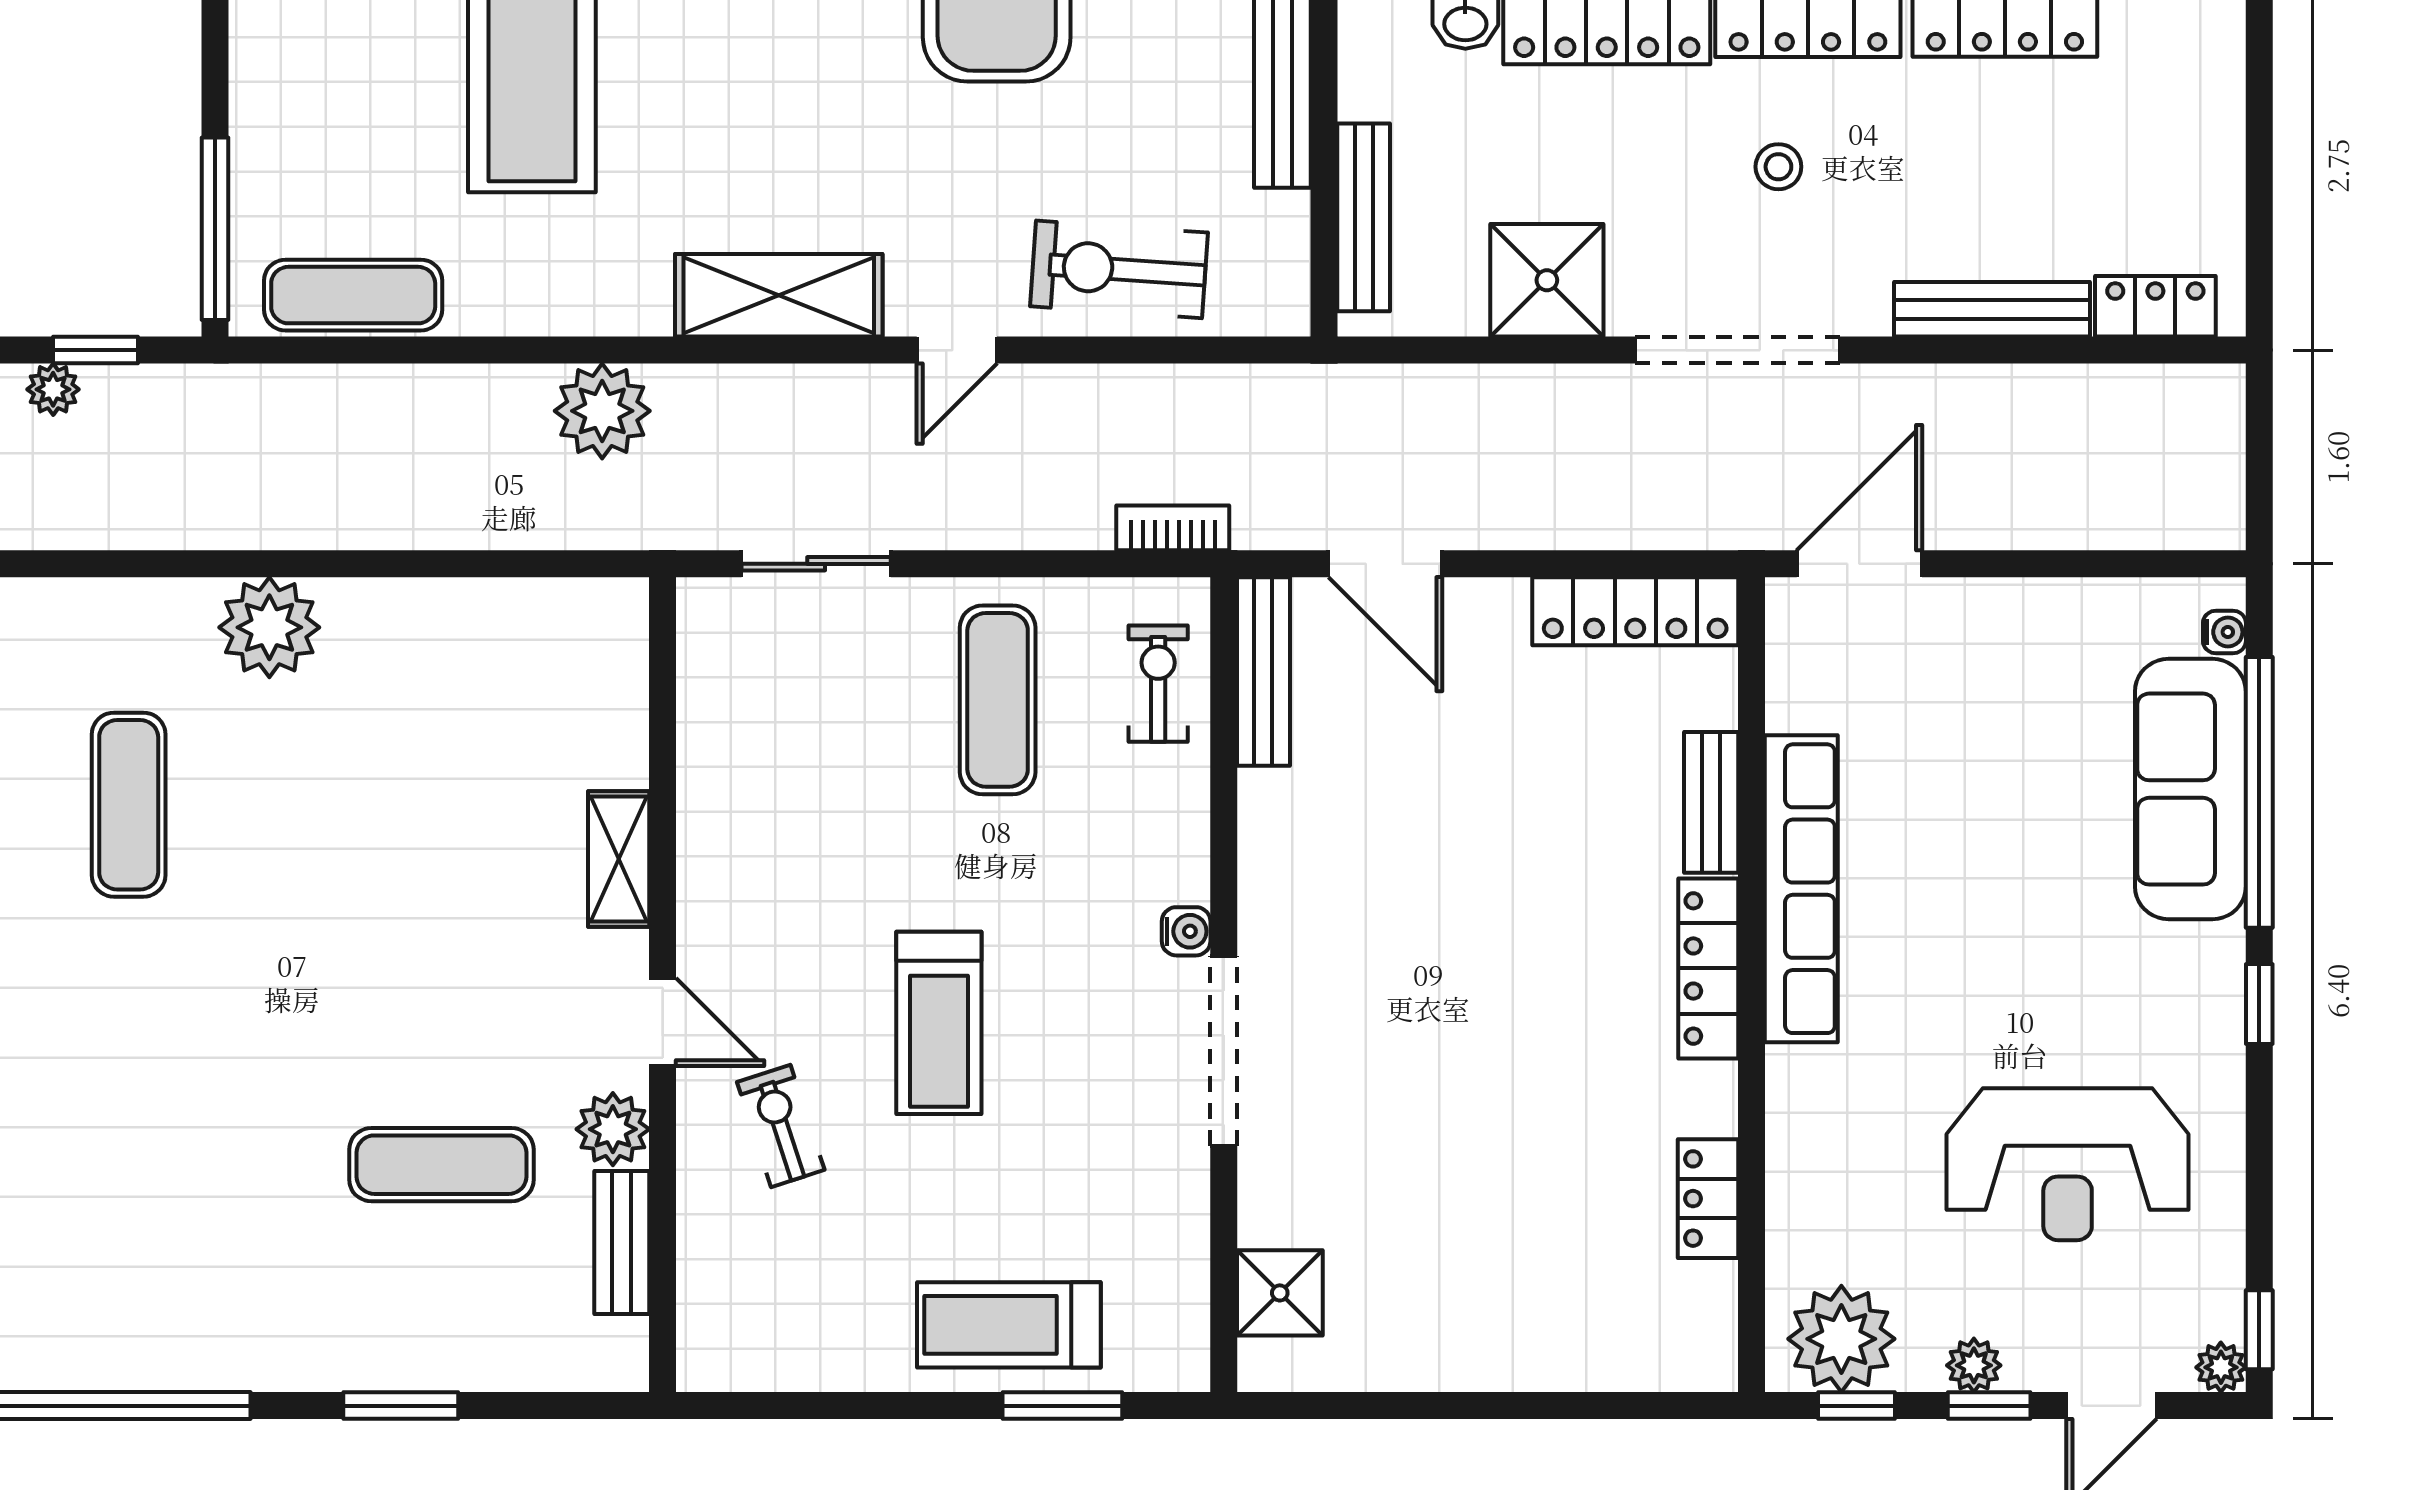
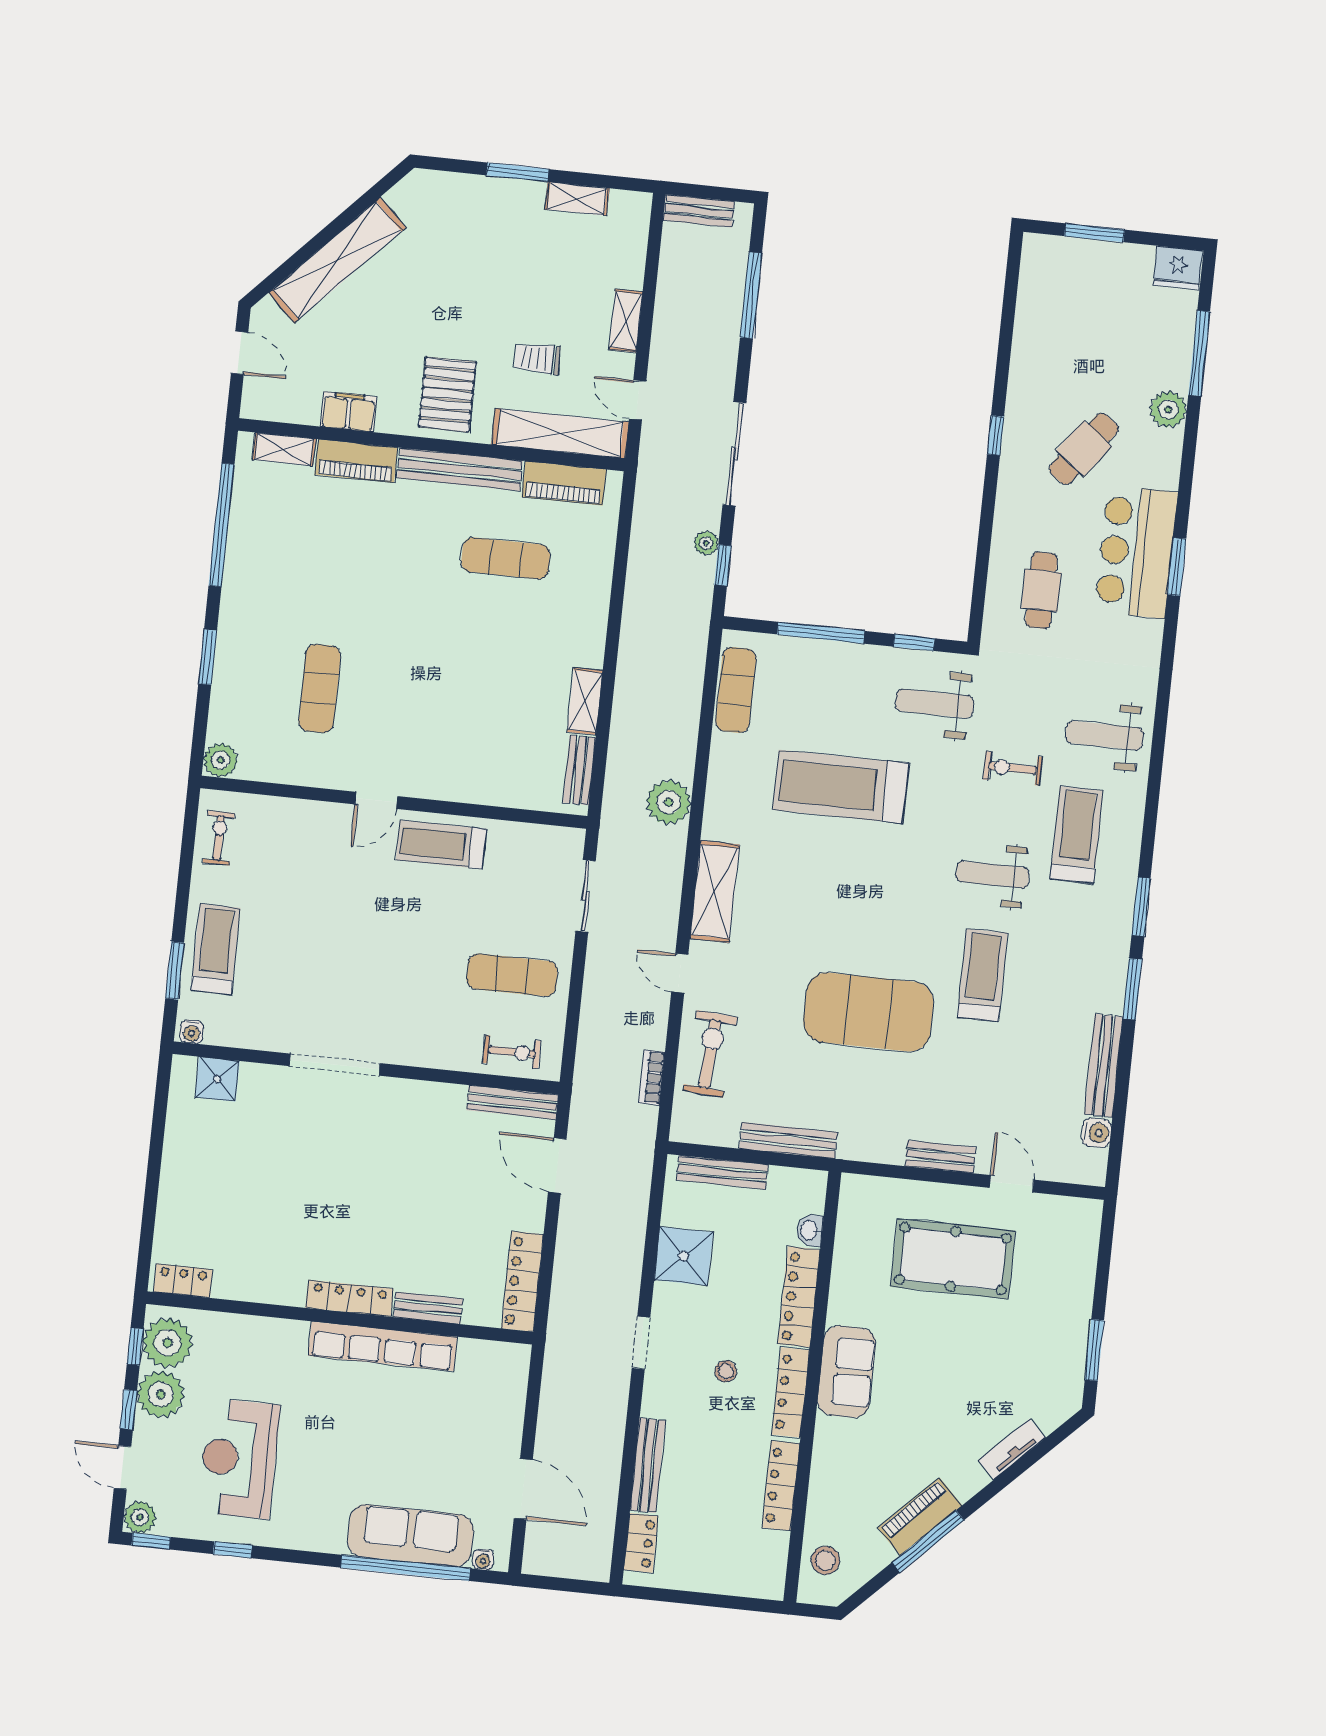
window: (215, 229) -> (821, 633), moved
doorway: (1737, 350) -> (641, 1343), width x0.53
bookcase: (1173, 528) -> (652, 1077), moved, turned 180
door: (1385, 564) -> (557, 1165), hinge flipped
door: (1859, 564) -> (523, 1489), moved
plant: (269, 627) -> (583, 634), removed
shelving: (619, 859) -> (585, 701), moved, turned 90
water cooler: (1186, 931) -> (192, 1032), moved
window: (2259, 1004) -> (233, 1550), moved
treadmill: (939, 1023) -> (441, 845), moved
exercise bike: (781, 1126) -> (219, 838), moved, turned -72
plant: (613, 1129) -> (221, 760), moved
locker: (1708, 1199) -> (183, 1281), moved
bench: (622, 1243) -> (579, 770), moved, turned 90
plant: (1974, 1365) -> (161, 1394), width x1.87, depth x1.87
plant: (2221, 1367) -> (140, 1517), width x1.38, depth x1.38

